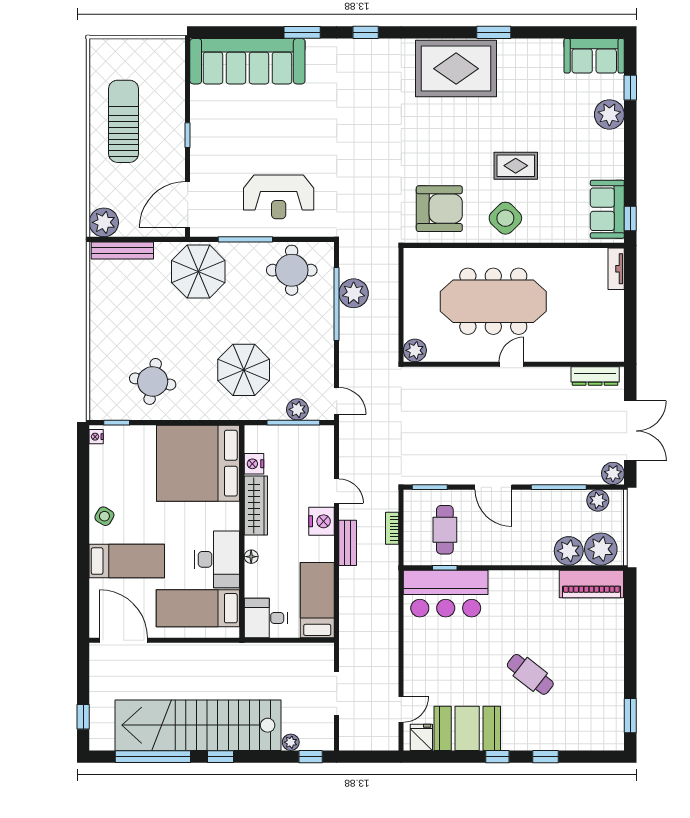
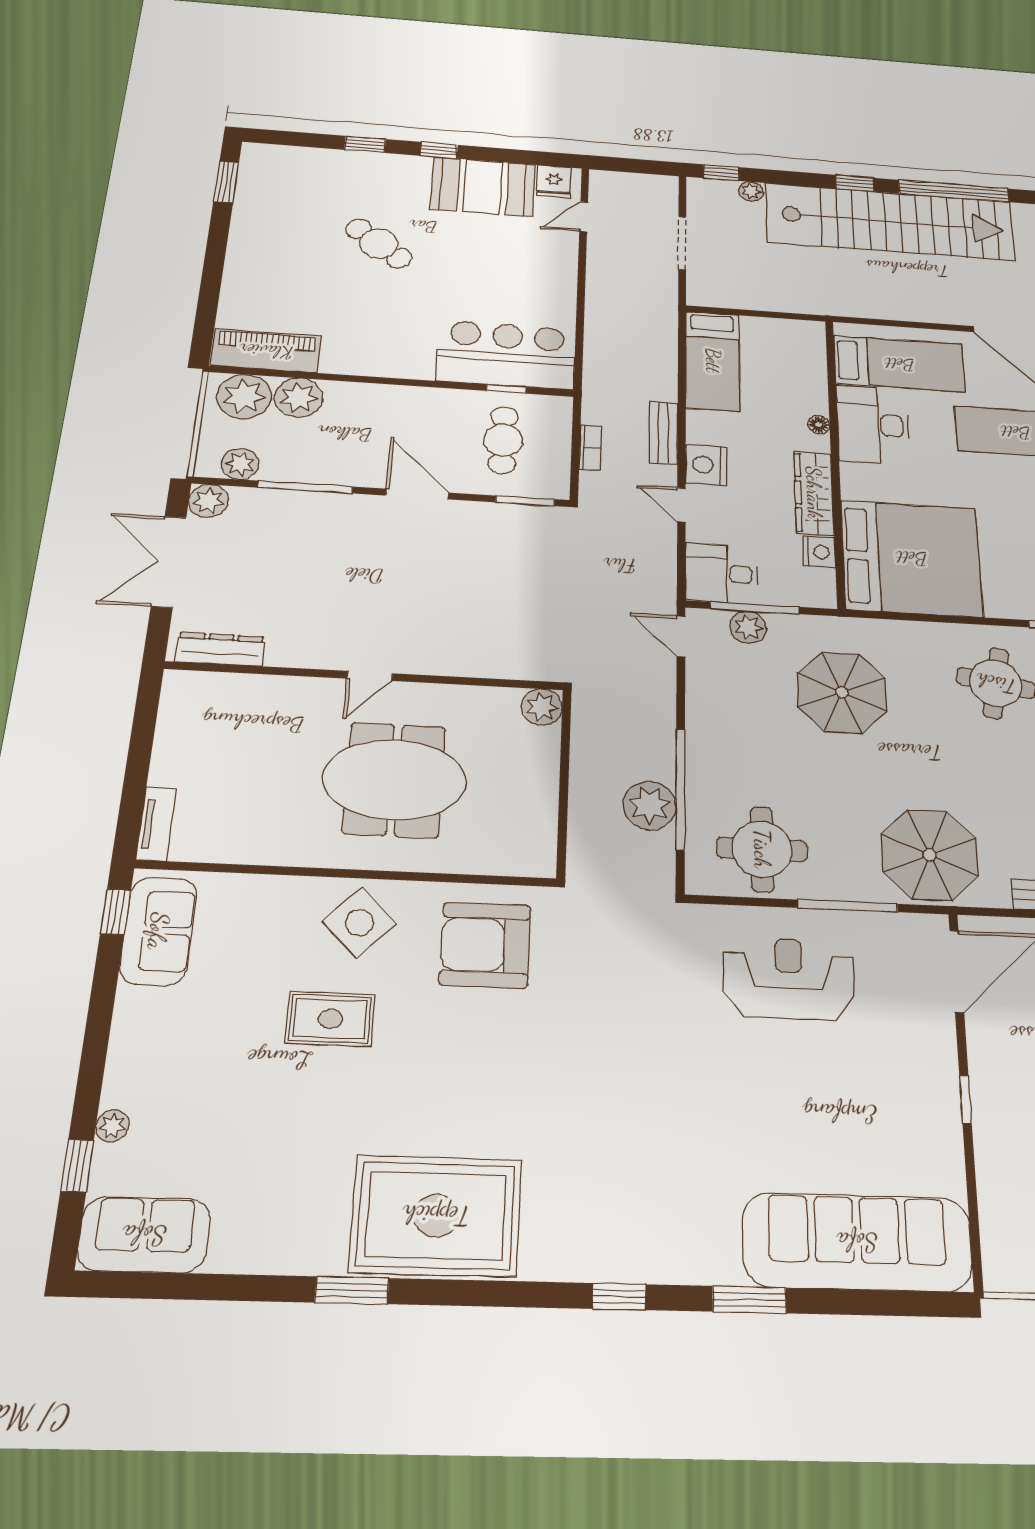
plant: (609, 114) -> (112, 1126), width x0.53, depth x0.53
meeting table: (493, 301) -> (394, 780), width x0.73
desk: (266, 618) -> (721, 573), moved, turned 180

